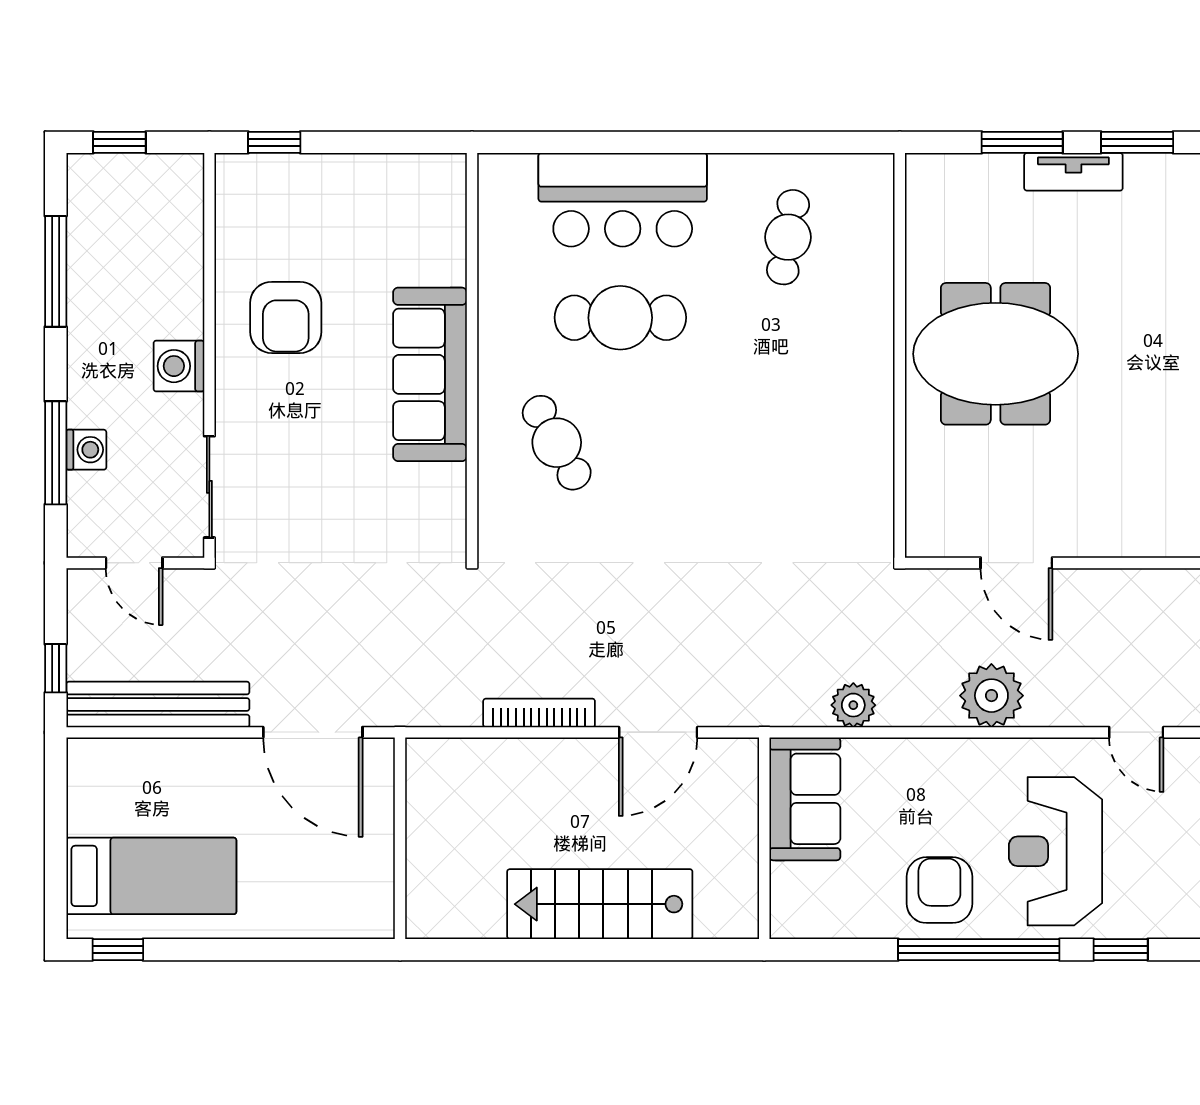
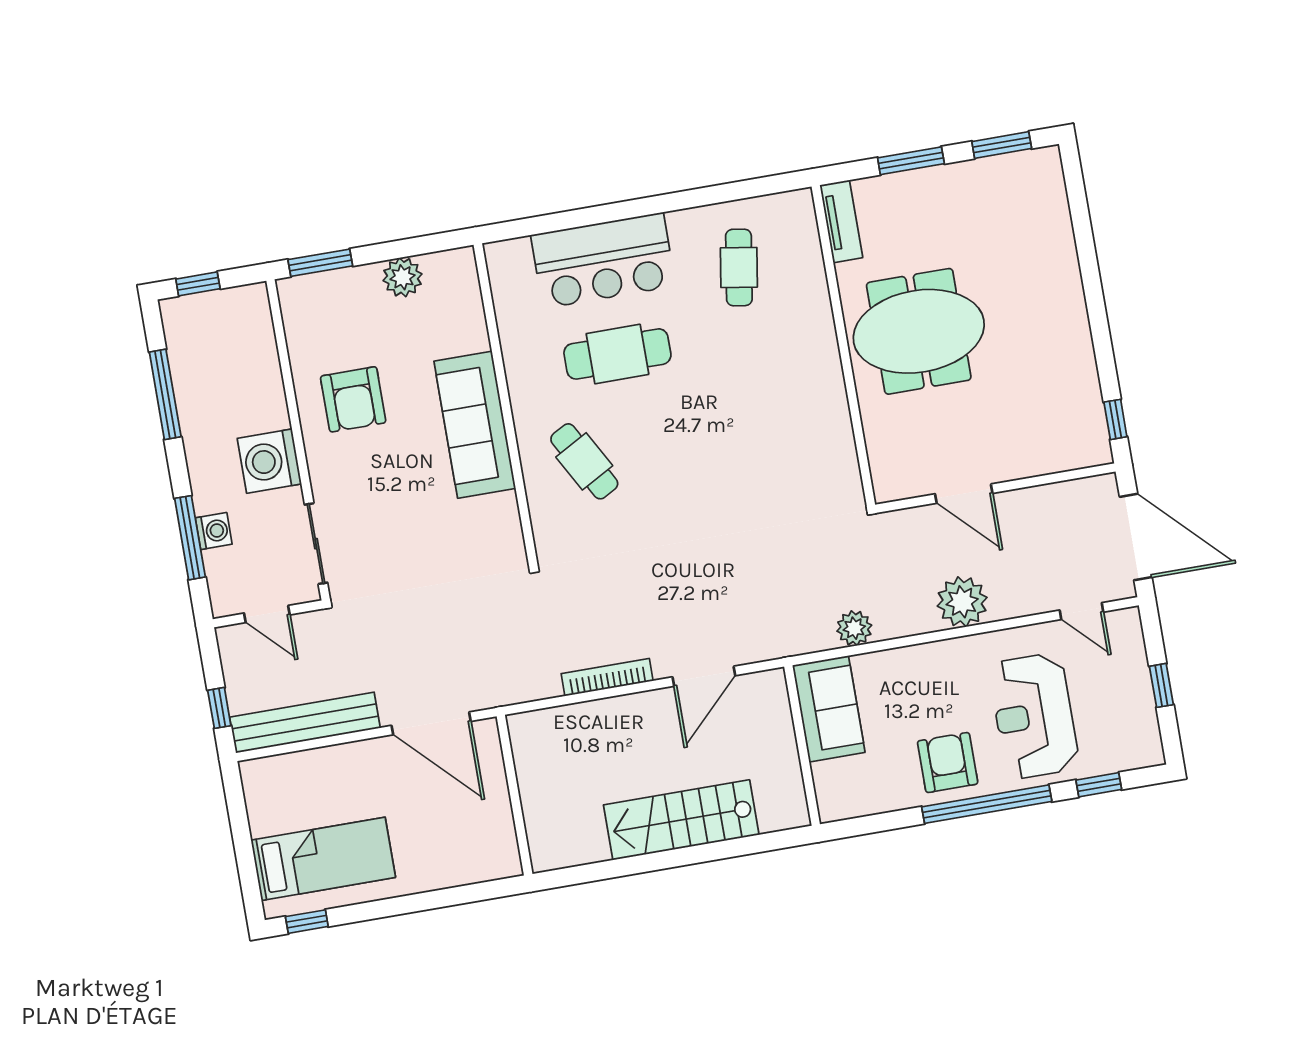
window: (274, 142) -> (320, 263), width x1.50
tv unit: (1073, 172) -> (841, 221), moved, turned -90
plant: (372, 178) -> (402, 277), added
washing machine: (179, 366) -> (269, 461), width x1.37, depth x1.37

